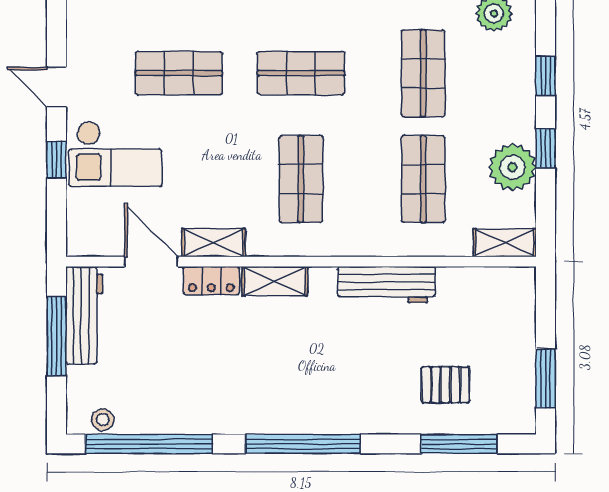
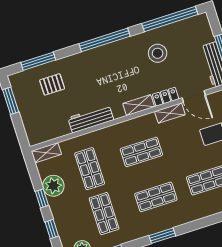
shop shelf: (301, 179) -> (141, 152), turned 90
stool: (103, 420) -> (158, 53), moved, width x1.89, depth x1.89

